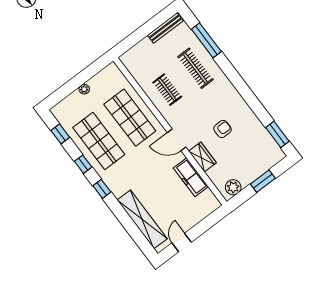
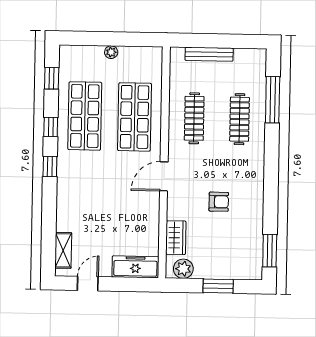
bench: (165, 28) -> (209, 54), moved
clothes rail: (167, 90) -> (194, 118), width x1.36
door: (177, 140) -> (164, 176), hinge flipped
wardrobe: (202, 157) -> (176, 238), moved
freezer: (191, 177) -> (135, 267), moved, turned 90
shelving: (142, 219) -> (63, 250), width x0.45, depth x0.75

